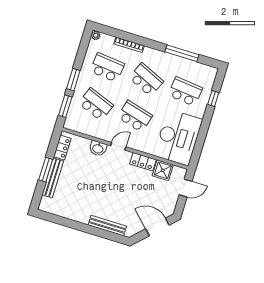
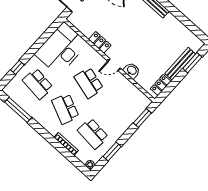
window: (182, 53) -> (18, 110), moved
window: (73, 80) -> (112, 151), moved
school desk: (96, 104) -> (116, 108), removed
window: (46, 170) -> (192, 63), moved
shower: (163, 170) -> (87, 28), removed

